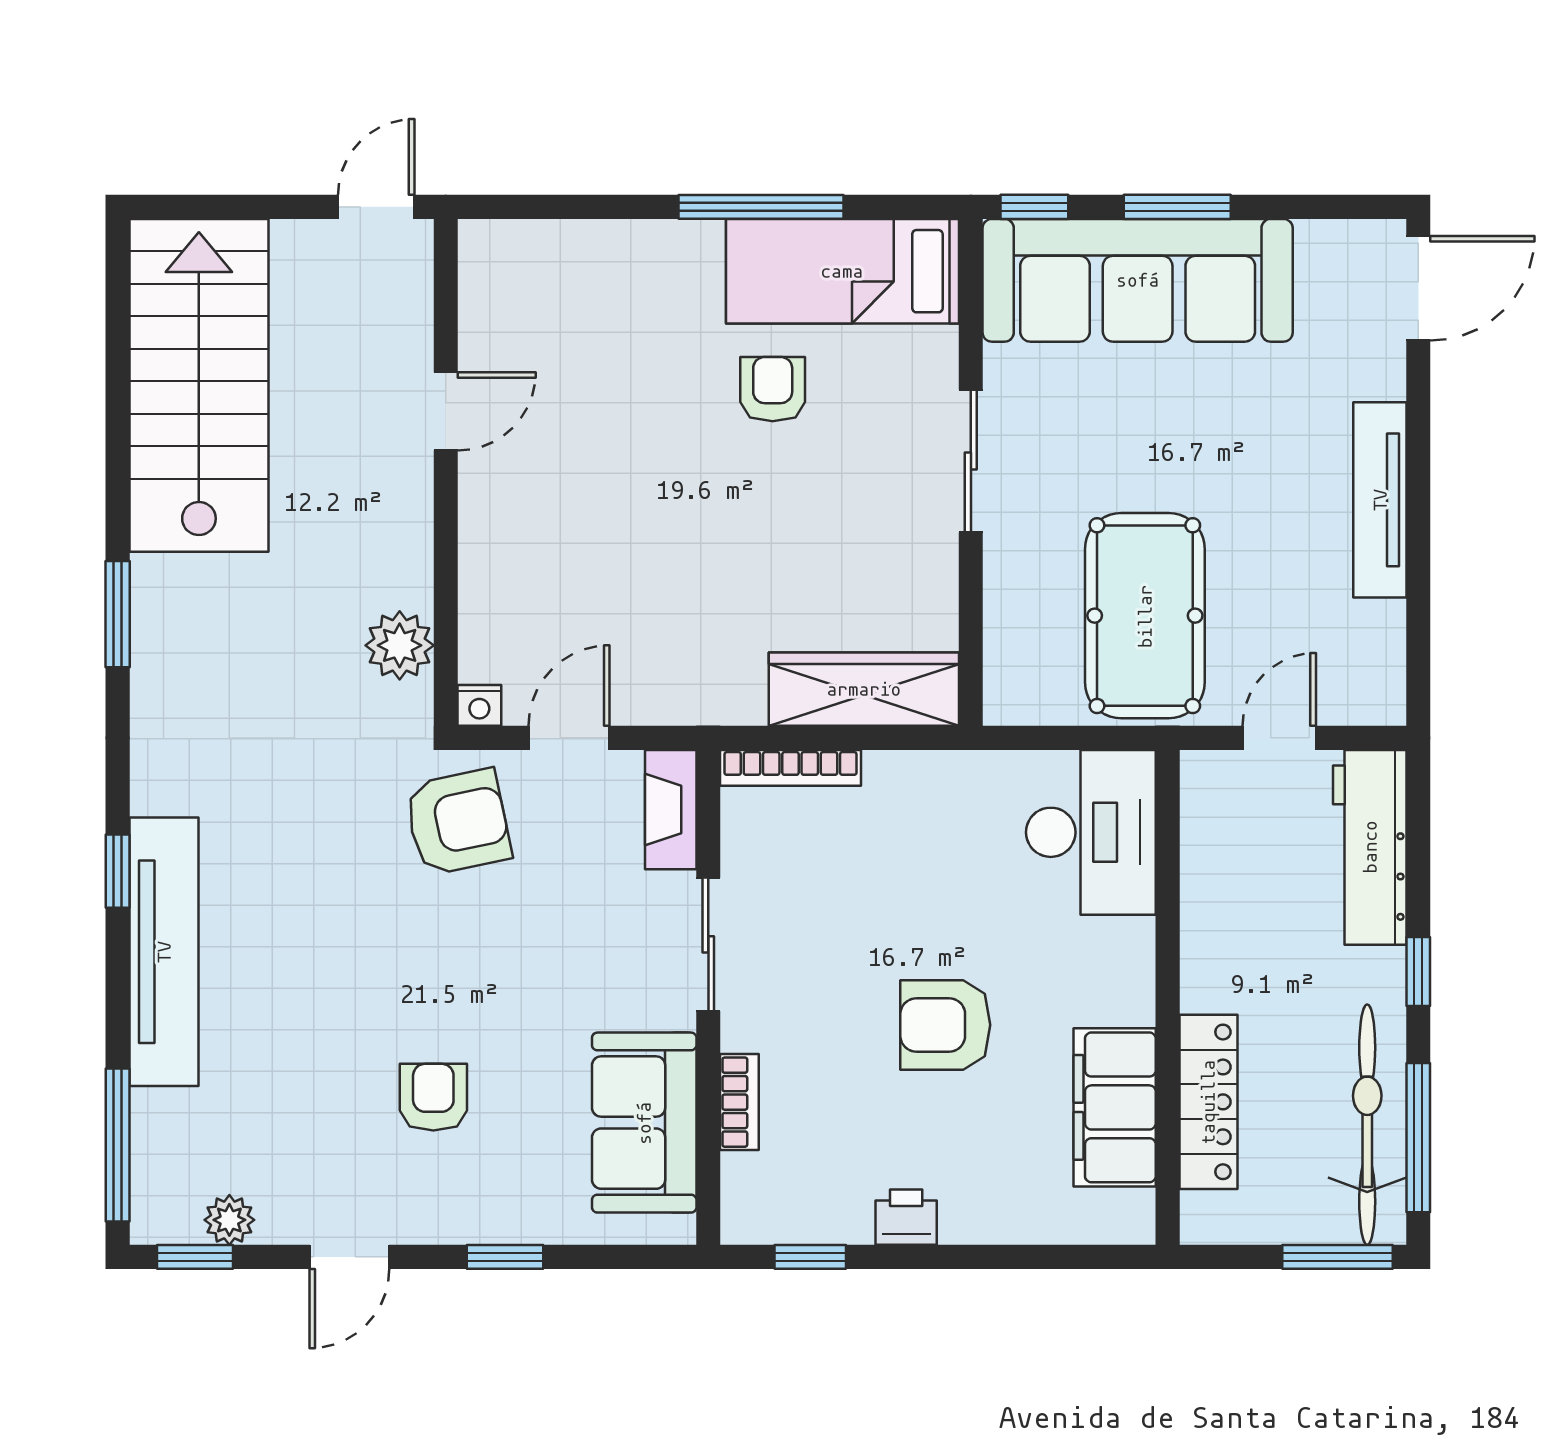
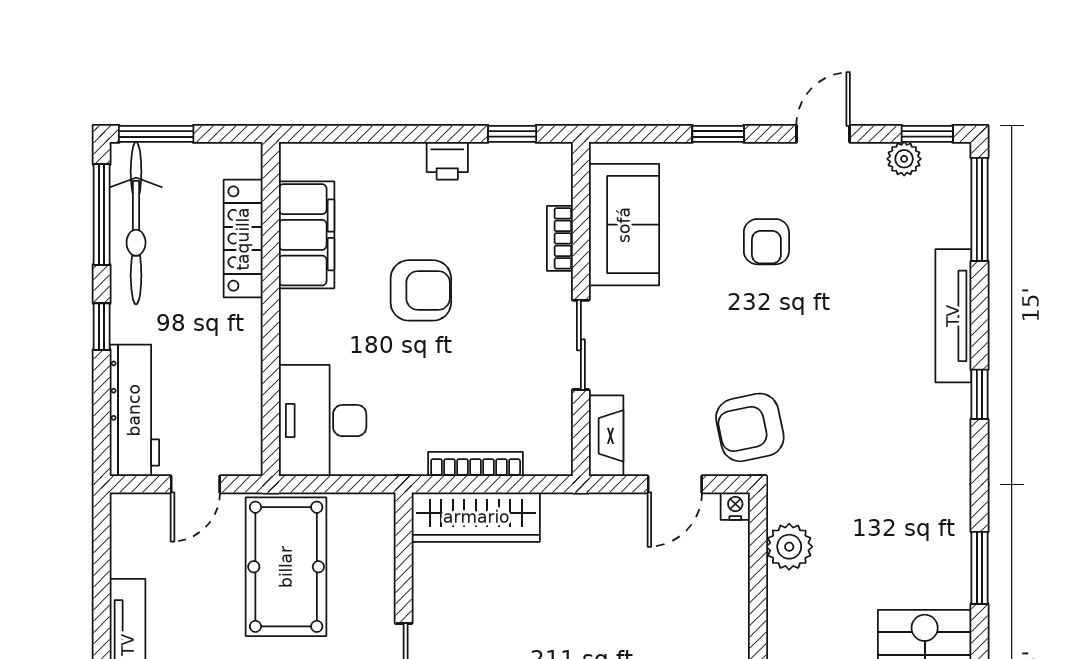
bookcase: (790, 768) -> (476, 464), moved
tv unit: (164, 952) -> (953, 316), width x0.73, depth x0.78

